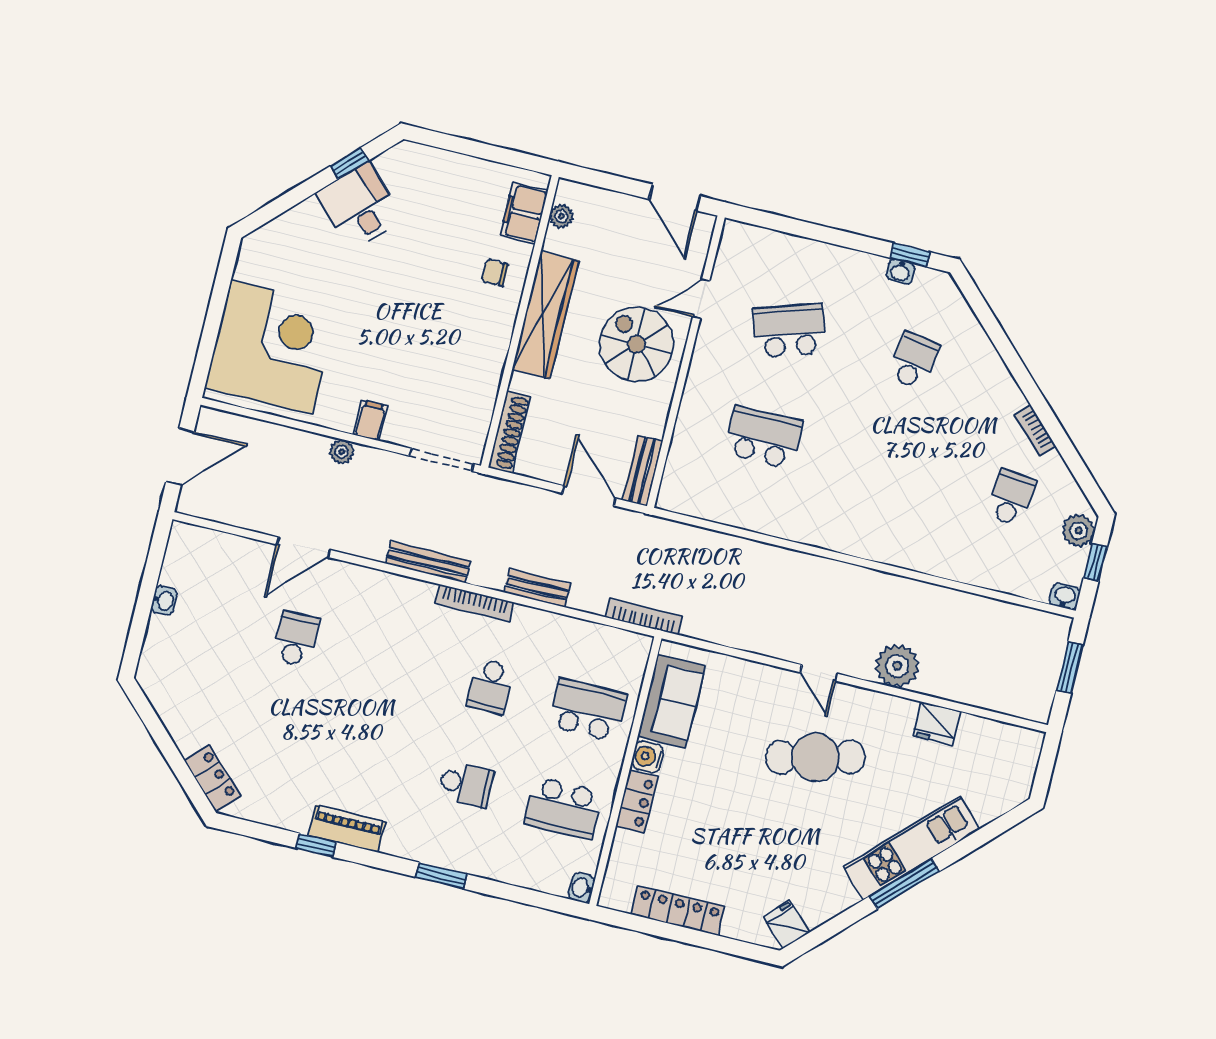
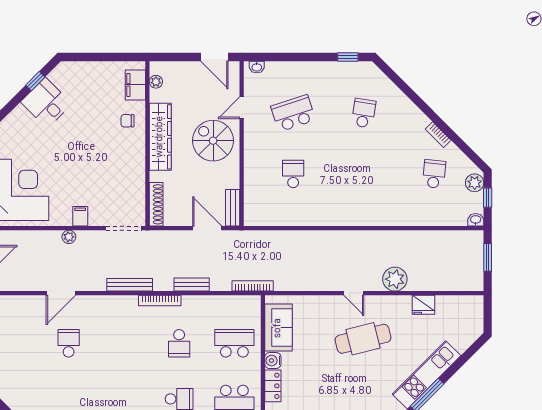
washbasin: (900, 271) -> (257, 67), moved
school desk: (763, 437) -> (293, 174), width x0.54

